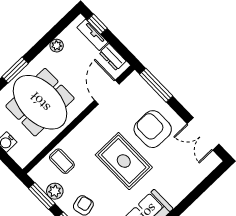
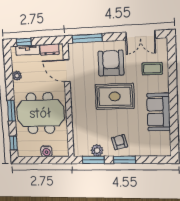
armchair: (153, 129) -> (111, 63), turned 90
coffee table: (62, 161) -> (152, 69), moved

